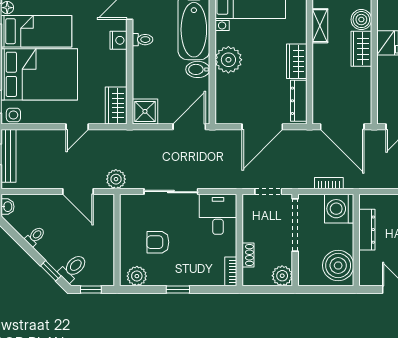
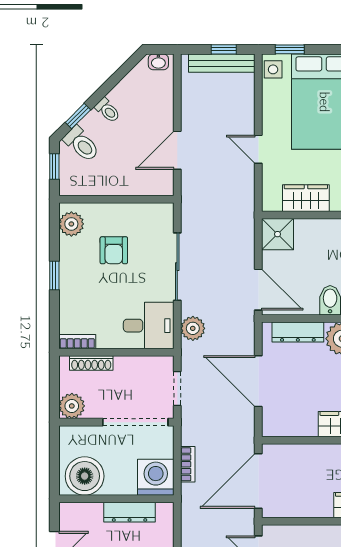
dresser: (299, 101) -> (298, 332), moved, turned 180
wardrobe: (116, 105) -> (306, 198), moved
plant: (116, 179) -> (193, 328), moved
toilet: (35, 236) -> (107, 110), moved
armchair: (158, 242) -> (114, 250), turned 180
shoe rack: (248, 255) -> (91, 363), width x1.43

